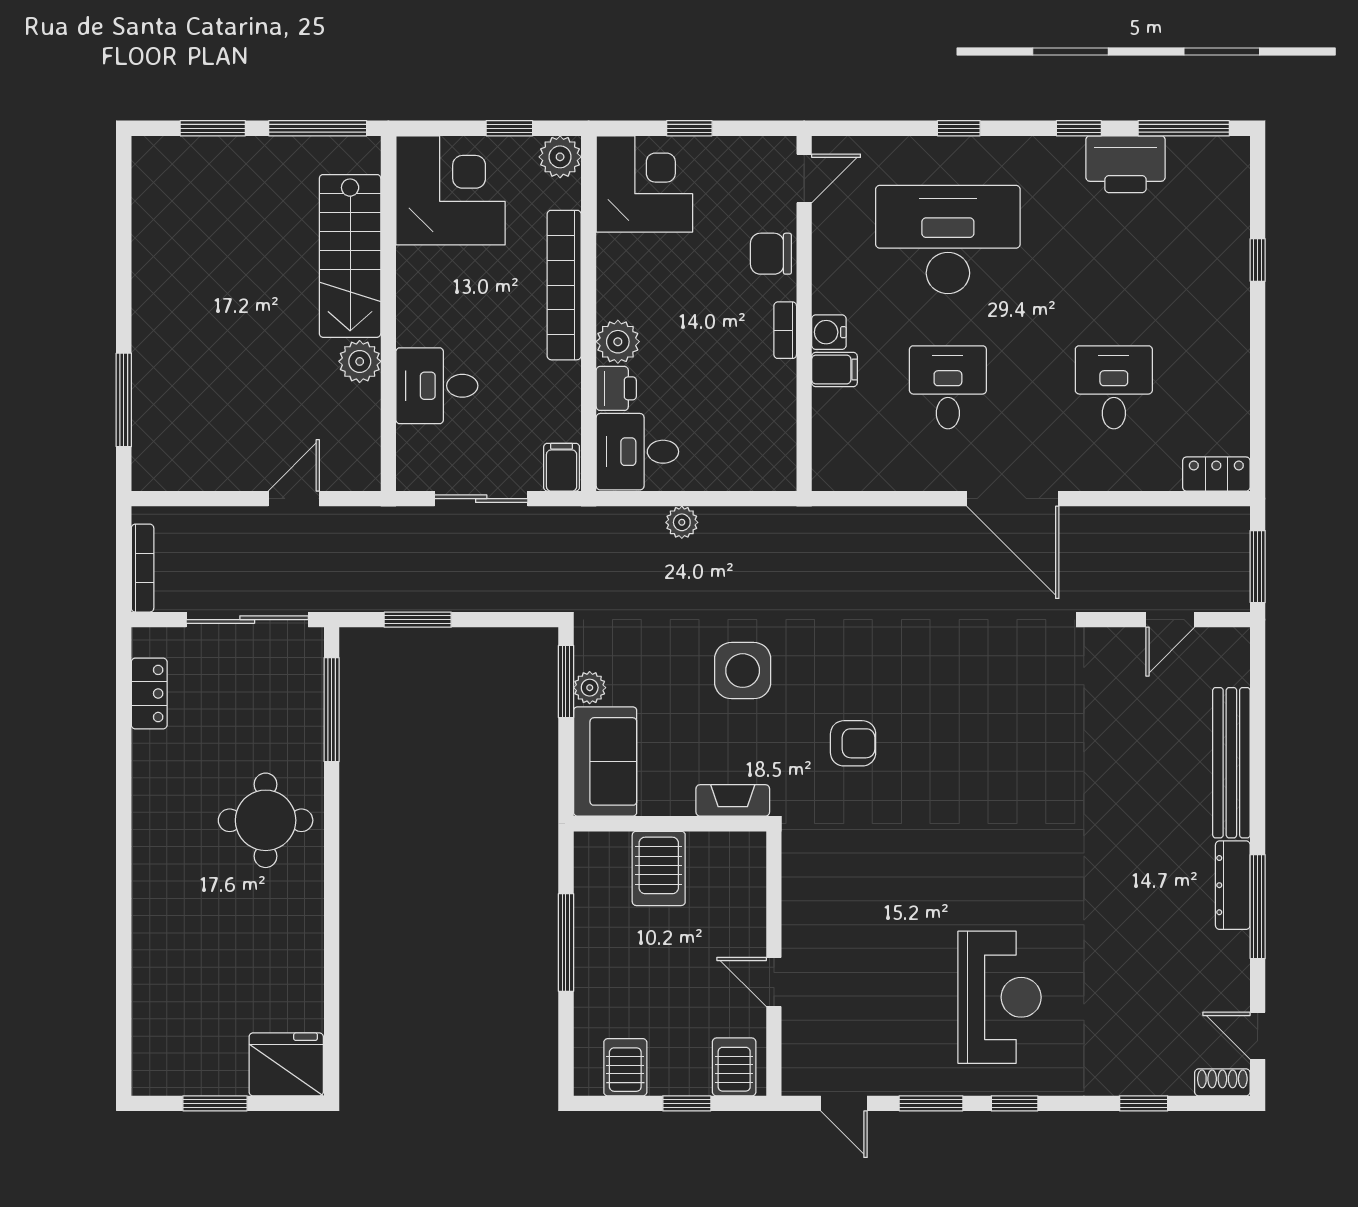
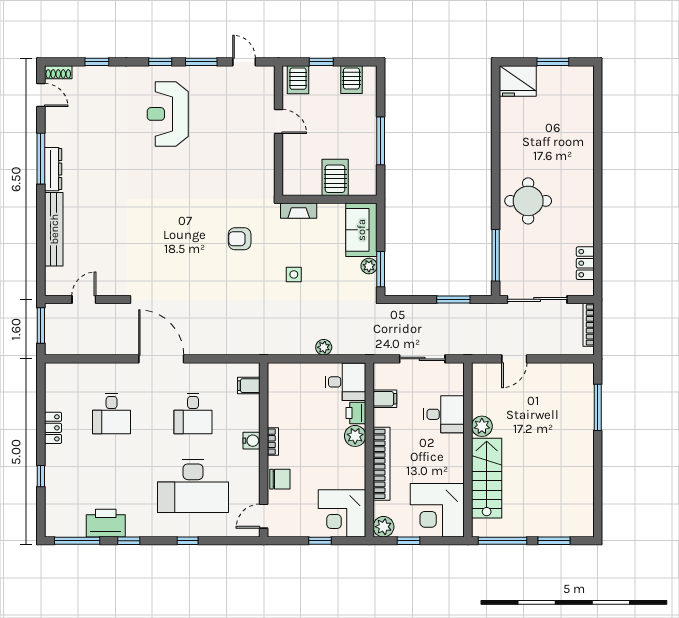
filing cabinet: (834, 369) -> (249, 386), moved
filing cabinet: (562, 467) -> (385, 399), moved, turned -90
locker: (1216, 474) -> (53, 428), moved, turned -90
side table: (743, 671) -> (294, 274), width x0.54, depth x0.54

